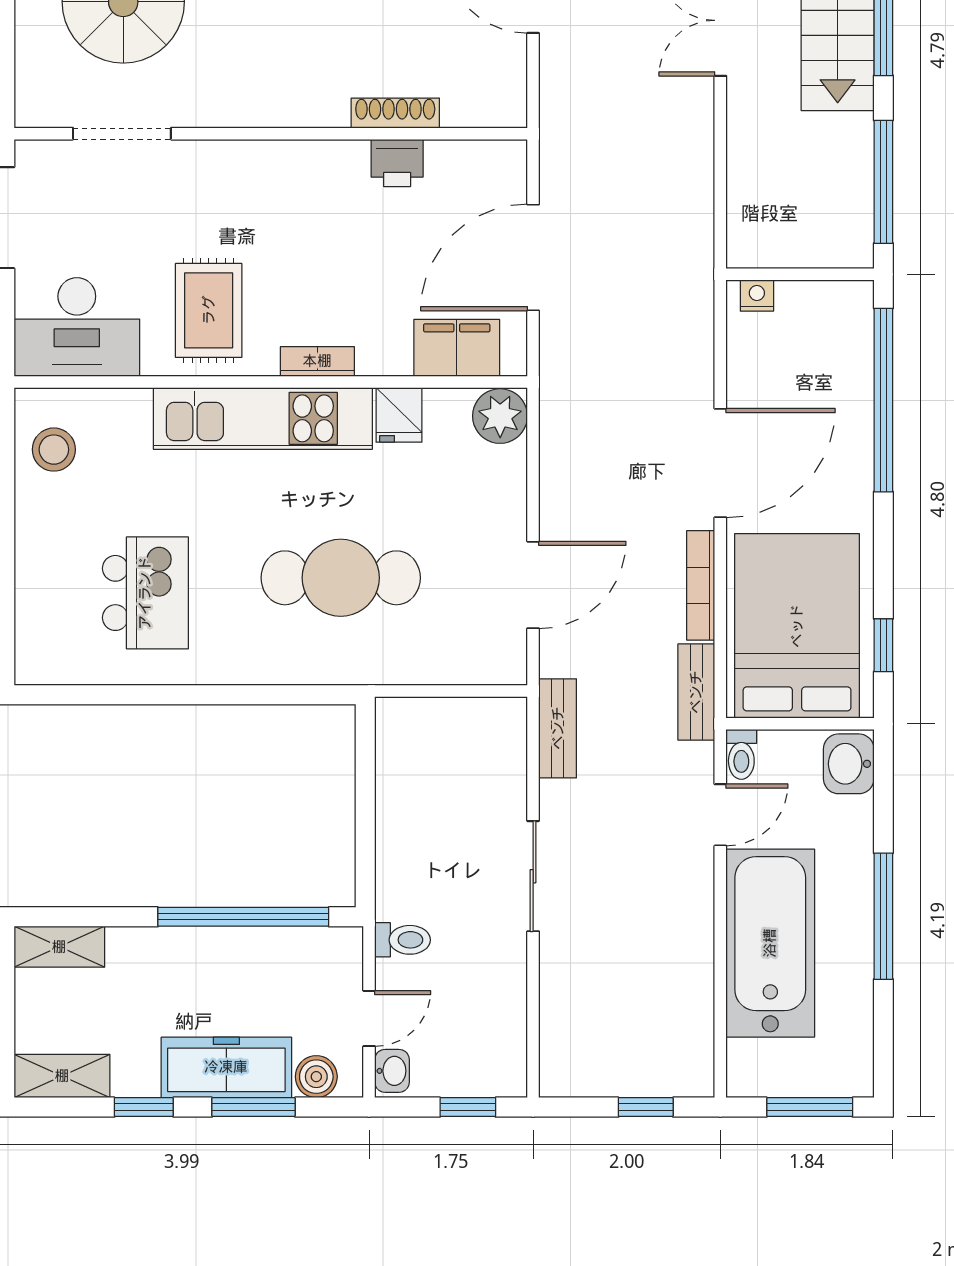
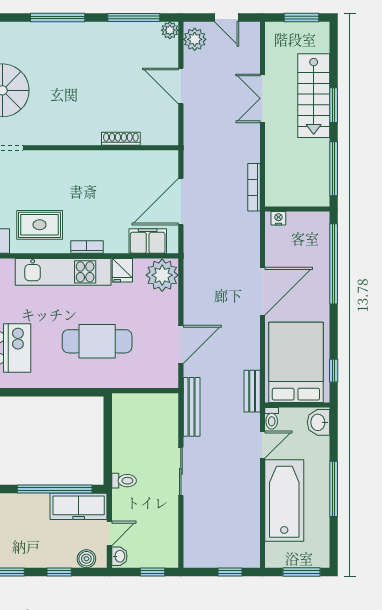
printer: (397, 163) -> (122, 161), removed
rug: (209, 310) -> (40, 225), turned 90
plant: (500, 416) -> (162, 275), width x1.36, depth x1.36
bookcase: (701, 585) -> (254, 187), moved
bench: (558, 728) -> (192, 407), width x1.36
toilet: (403, 940) -> (124, 481), moved
freezer: (226, 1067) -> (79, 506), moved, turned 180
window: (254, 1107) -> (59, 572), width x0.67

